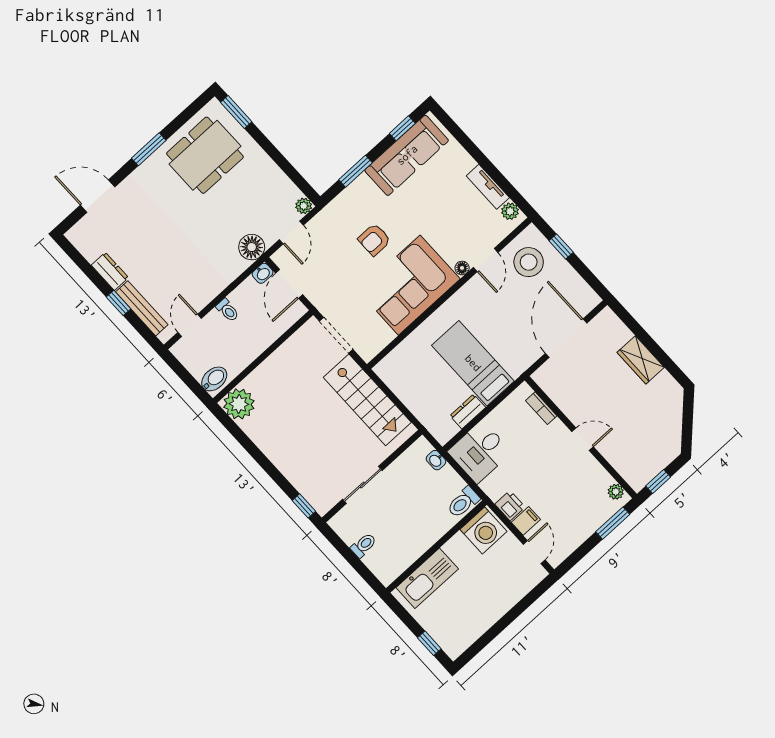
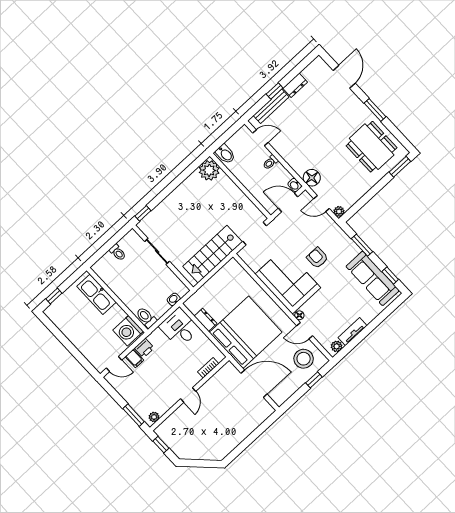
wardrobe: (641, 360) -> (240, 433), removed
bed: (473, 363) -> (246, 332), width x2.04

